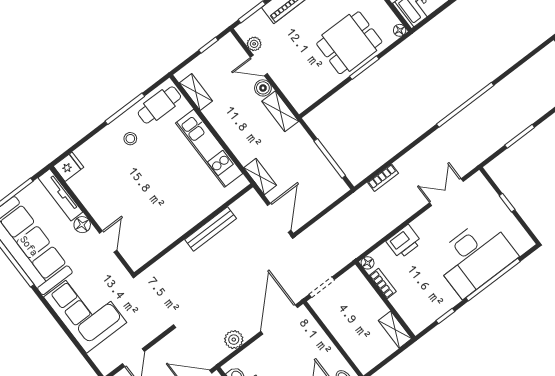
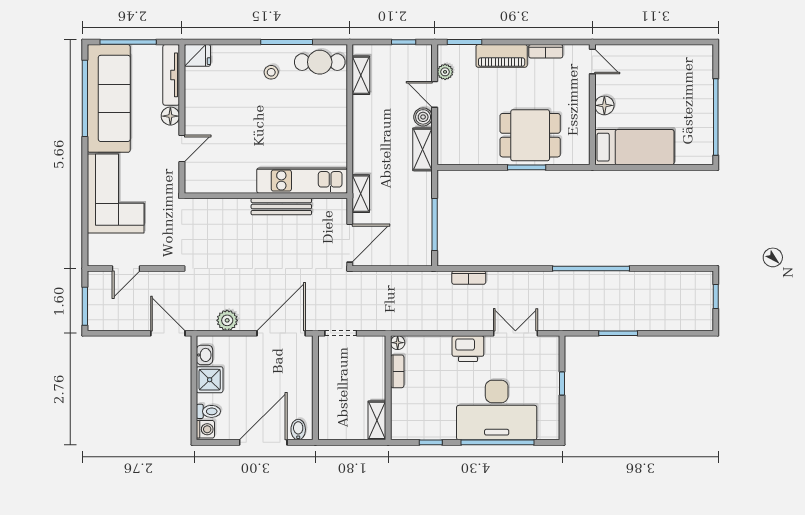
floor lamp: (400, 30) -> (583, 158), removed
kitchen unit: (209, 148) -> (302, 181), moved, turned 90
printer: (404, 242) -> (468, 349), moved

